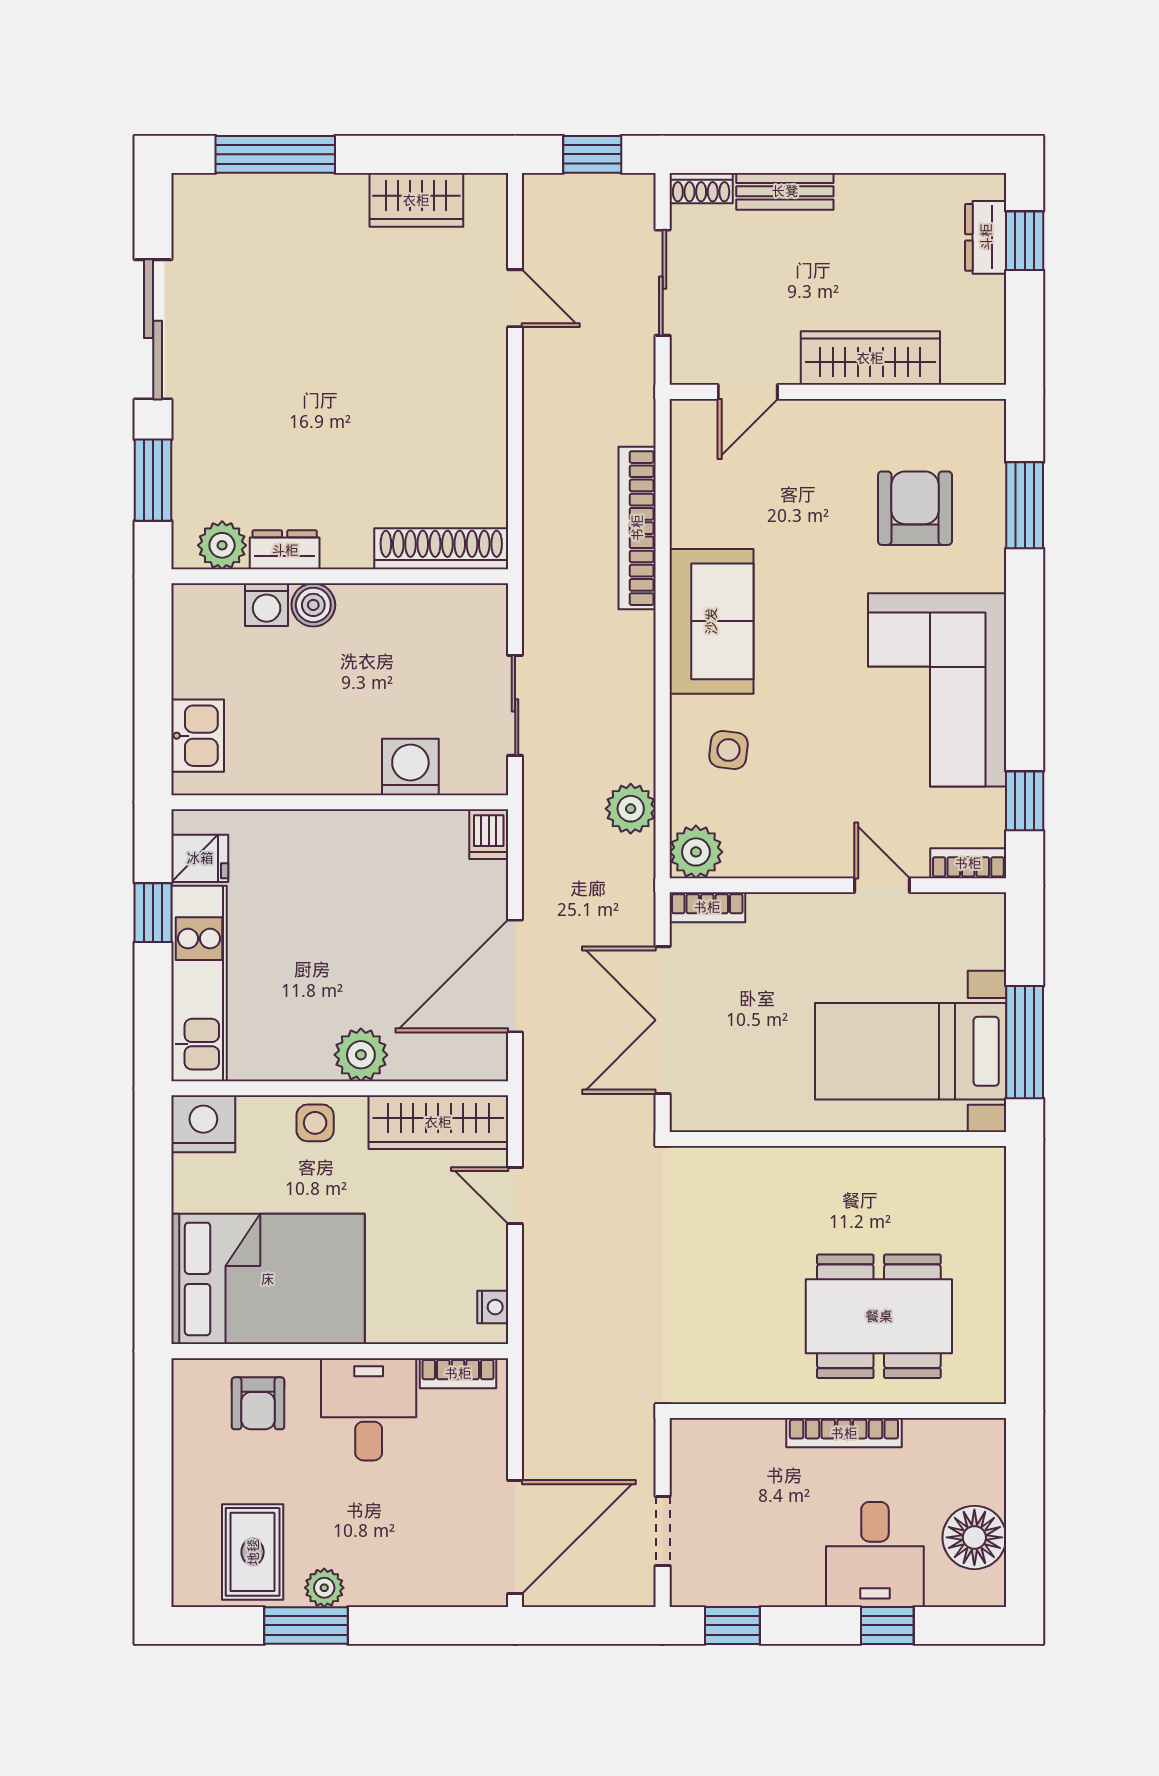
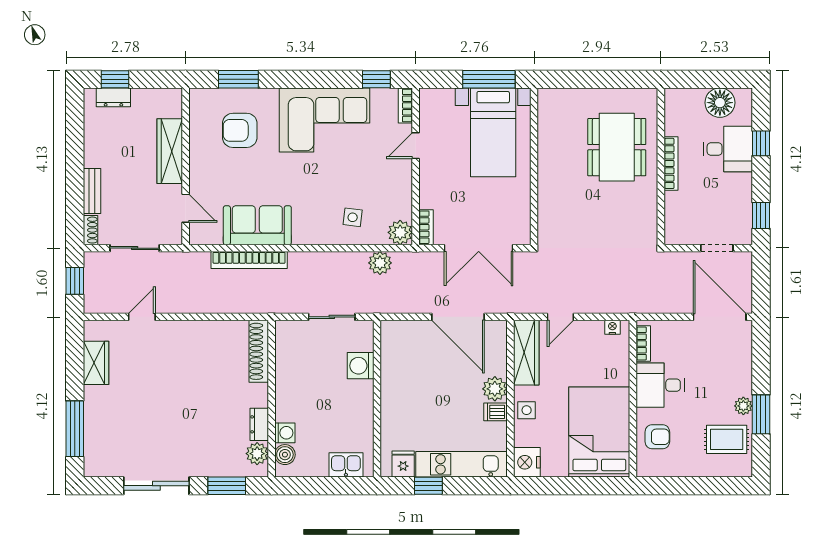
boiler: (313, 605) -> (285, 455), moved
sofa: (711, 621) -> (257, 225), moved
dishwasher: (489, 834) -> (495, 412), moved, turned 180

